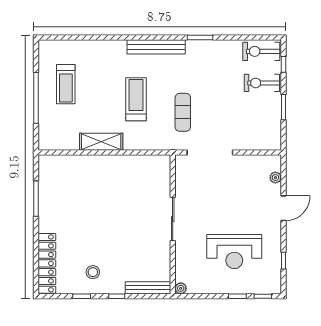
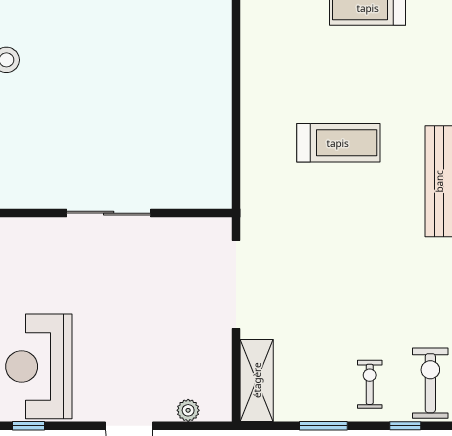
exercise bike: (262, 83) -> (370, 384), width x0.73, depth x0.72
exercise mat: (183, 112) -> (313, 233), removed
shelving: (101, 142) -> (257, 380), moved
reception desk: (234, 251) -> (39, 366), moved

